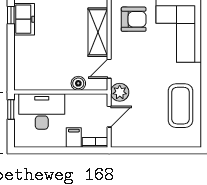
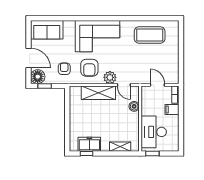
armchair: (134, 19) -> (89, 68), turned 180
shelving: (21, 63) -> (120, 147), added
plant: (120, 92) -> (110, 77), moved

